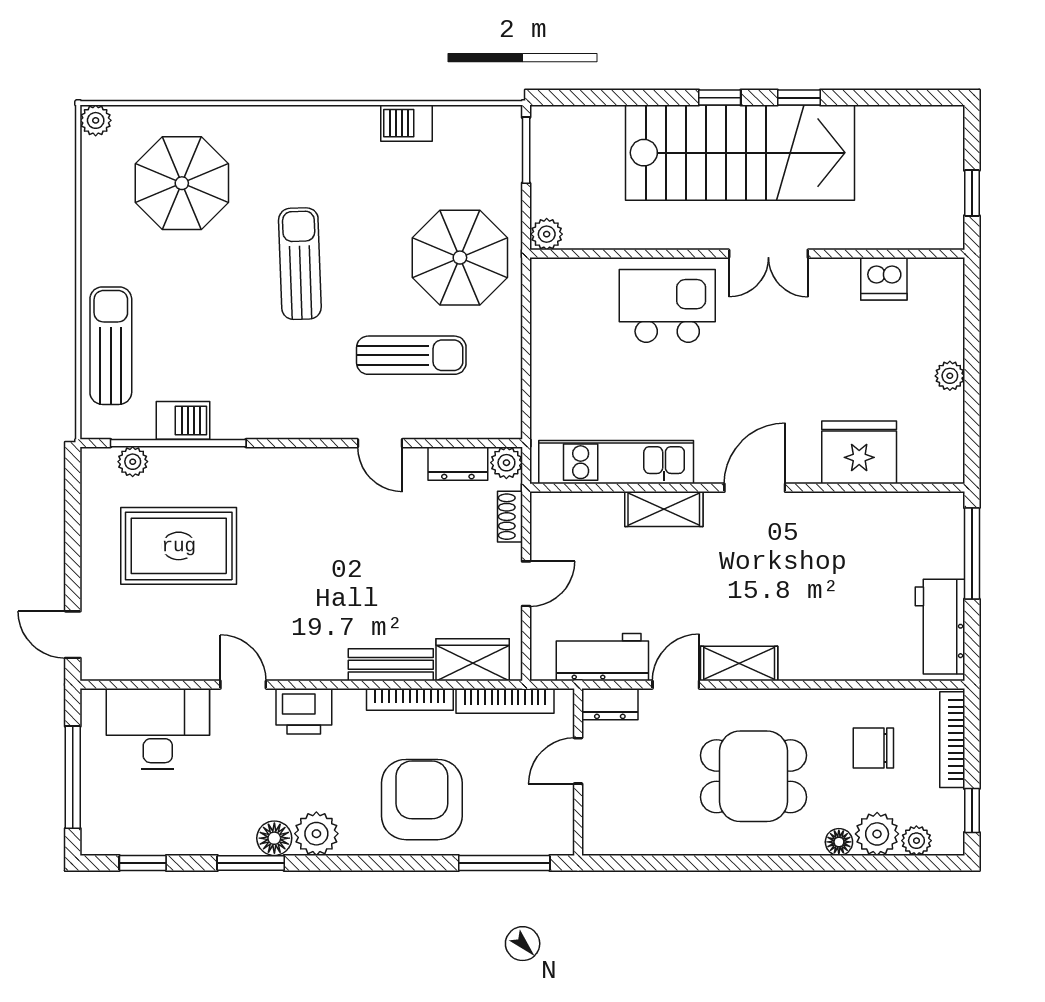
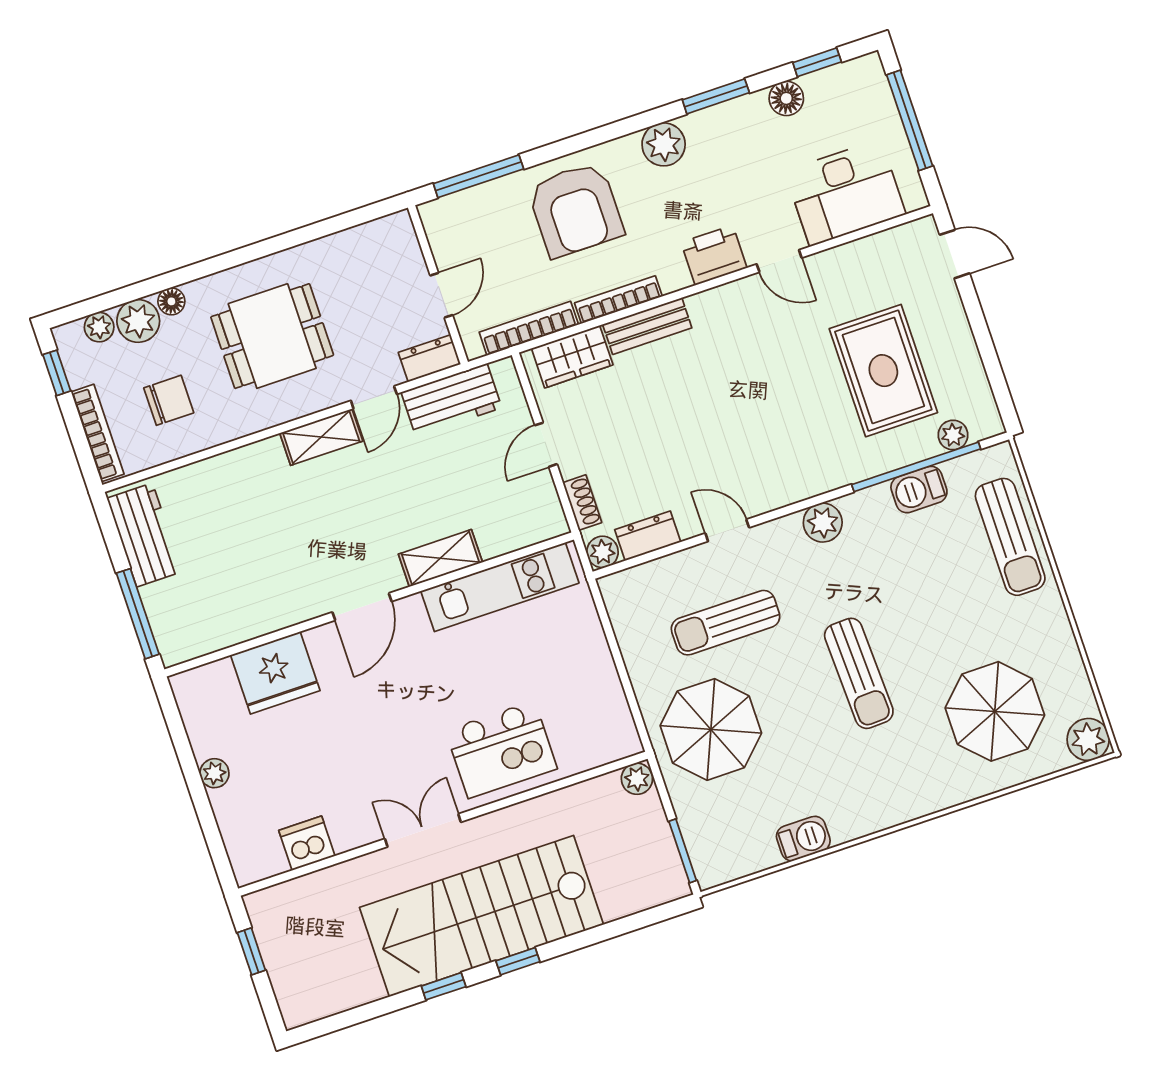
plant: (96, 120) -> (1088, 739), width x1.38, depth x1.38
plant: (286, 420) -> (823, 523), added
rug: (179, 546) -> (883, 371), turned 90
floor lamp: (274, 838) -> (786, 98), moved

